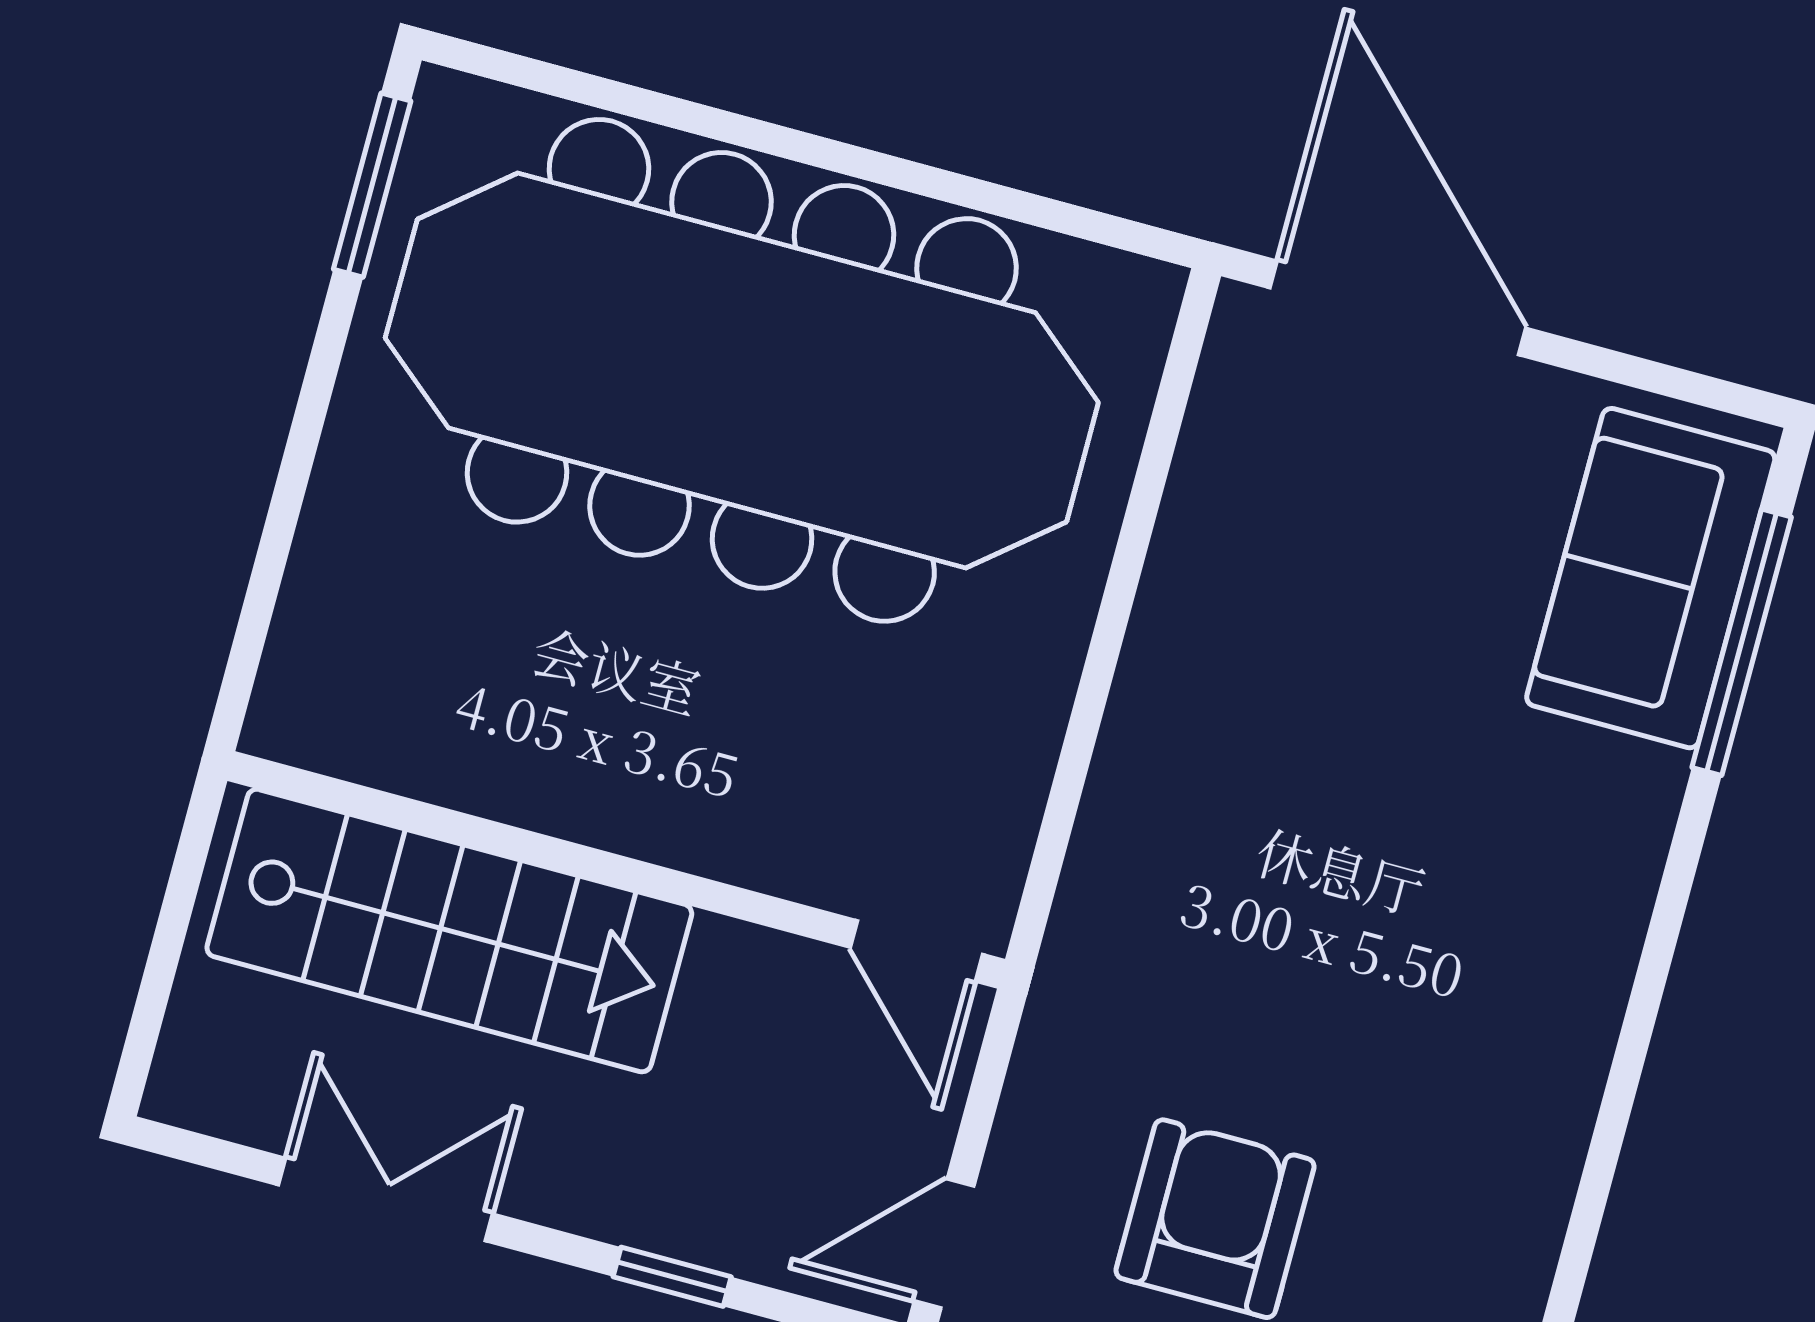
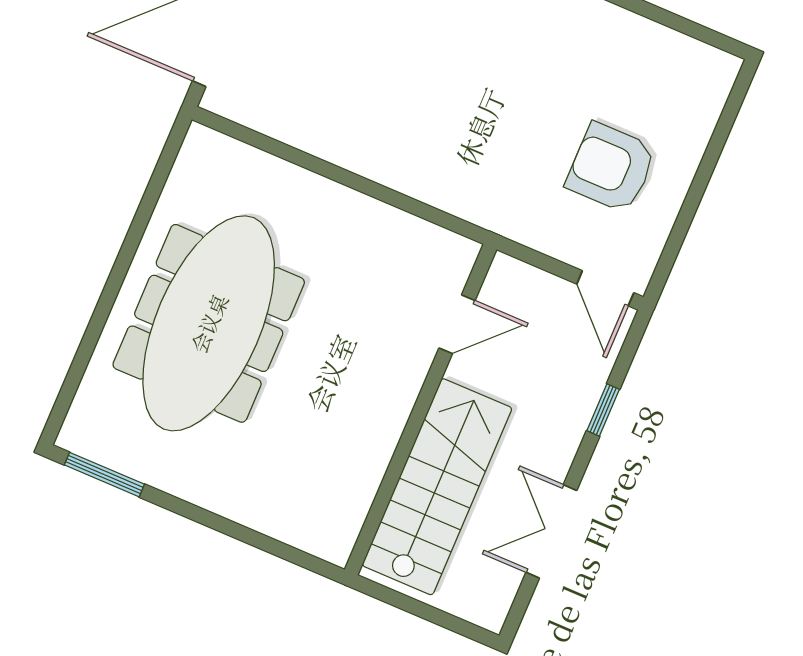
meeting table: (742, 370) -> (209, 323), width x0.73, depth x0.79
door: (916, 951) -> (457, 324), moved

